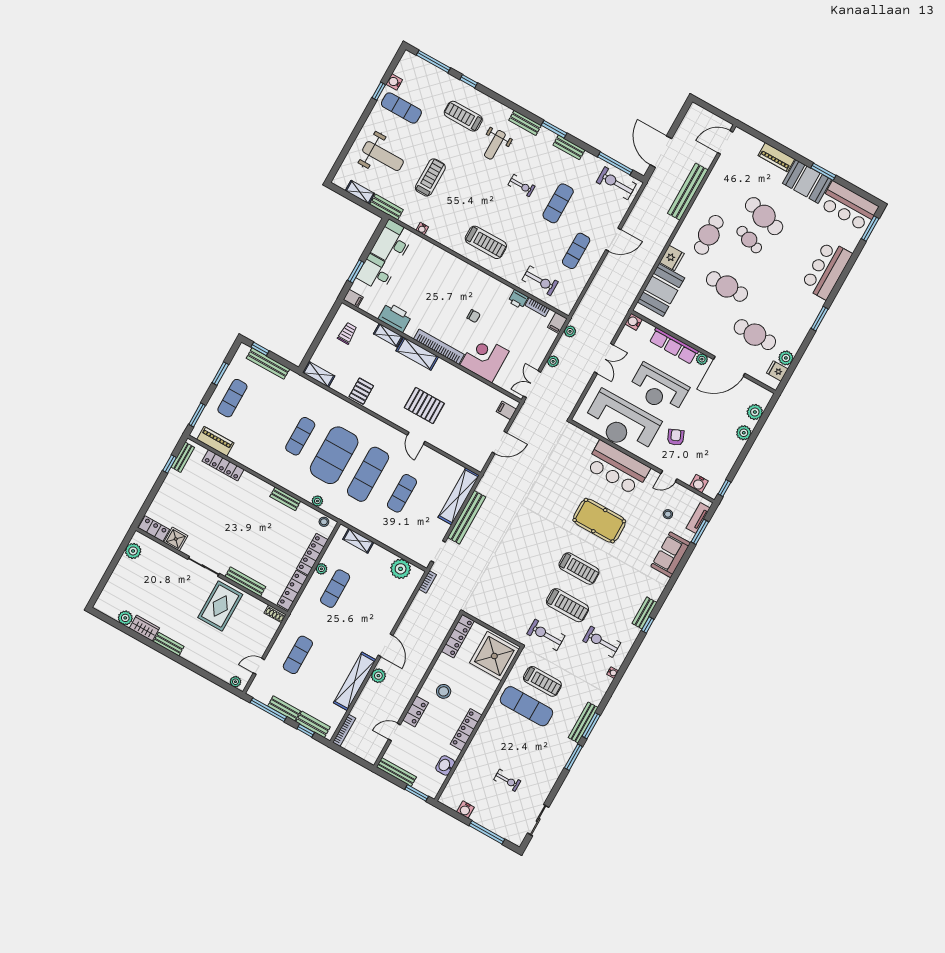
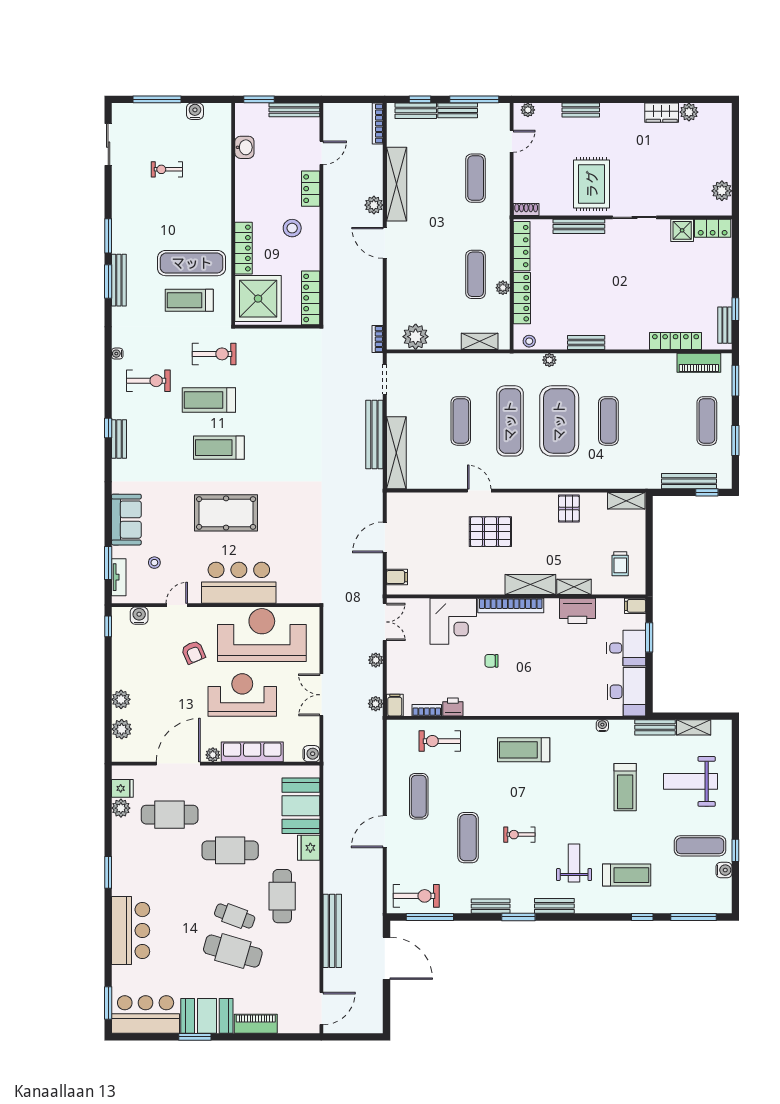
bench: (169, 644) -> (581, 110), moved
locker: (466, 730) -> (244, 248), moved

